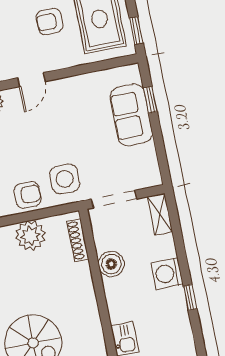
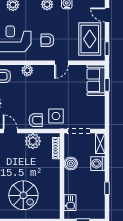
armchair: (50, 22) -> (47, 40), moved
door: (31, 80) -> (61, 63), moved
sofa: (131, 115) -> (96, 80), moved
washing machine: (167, 274) -> (98, 164), moved

